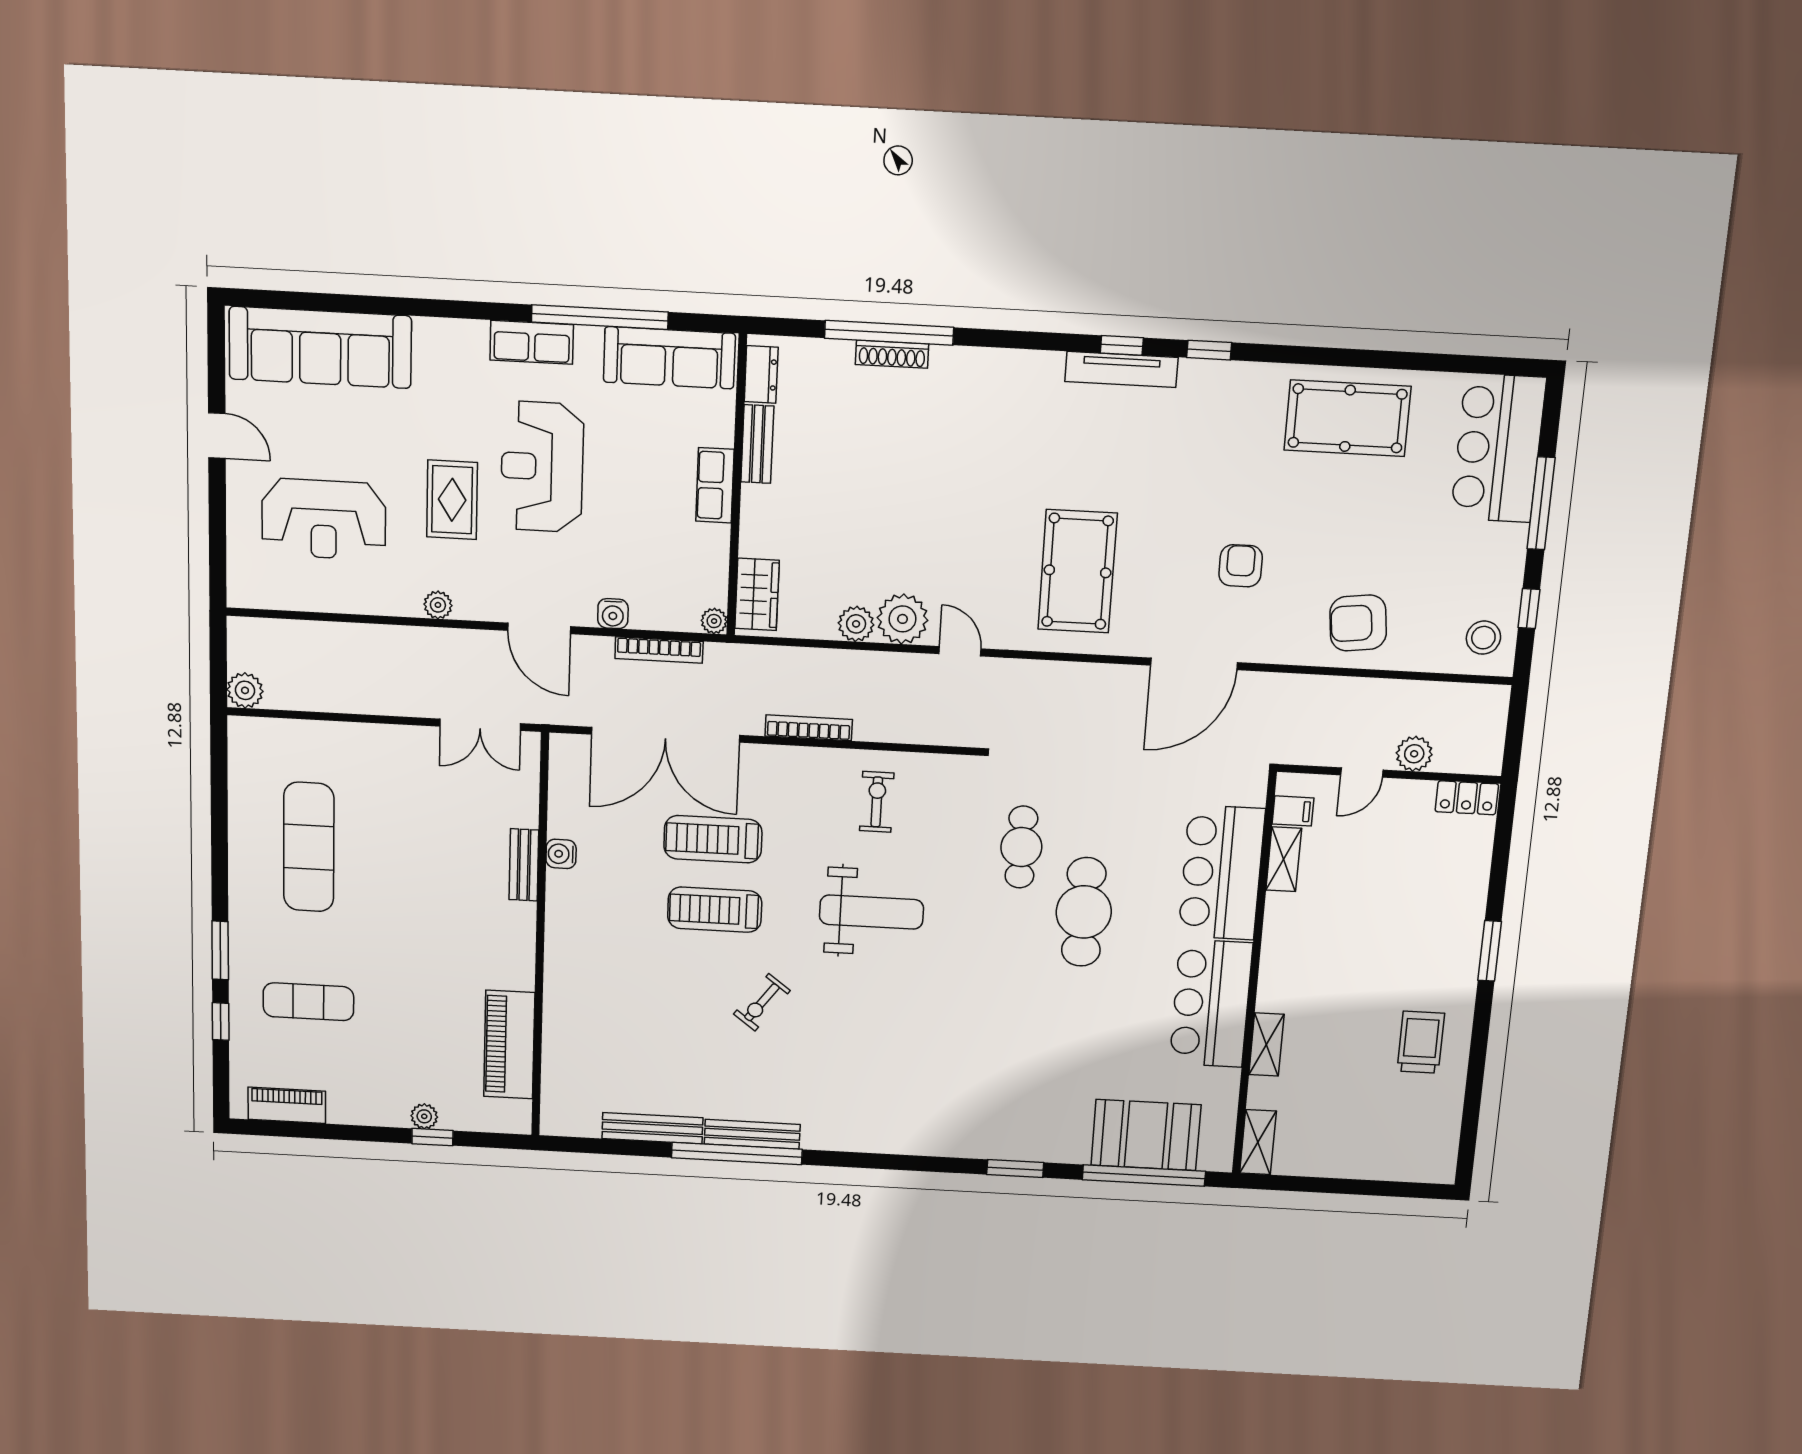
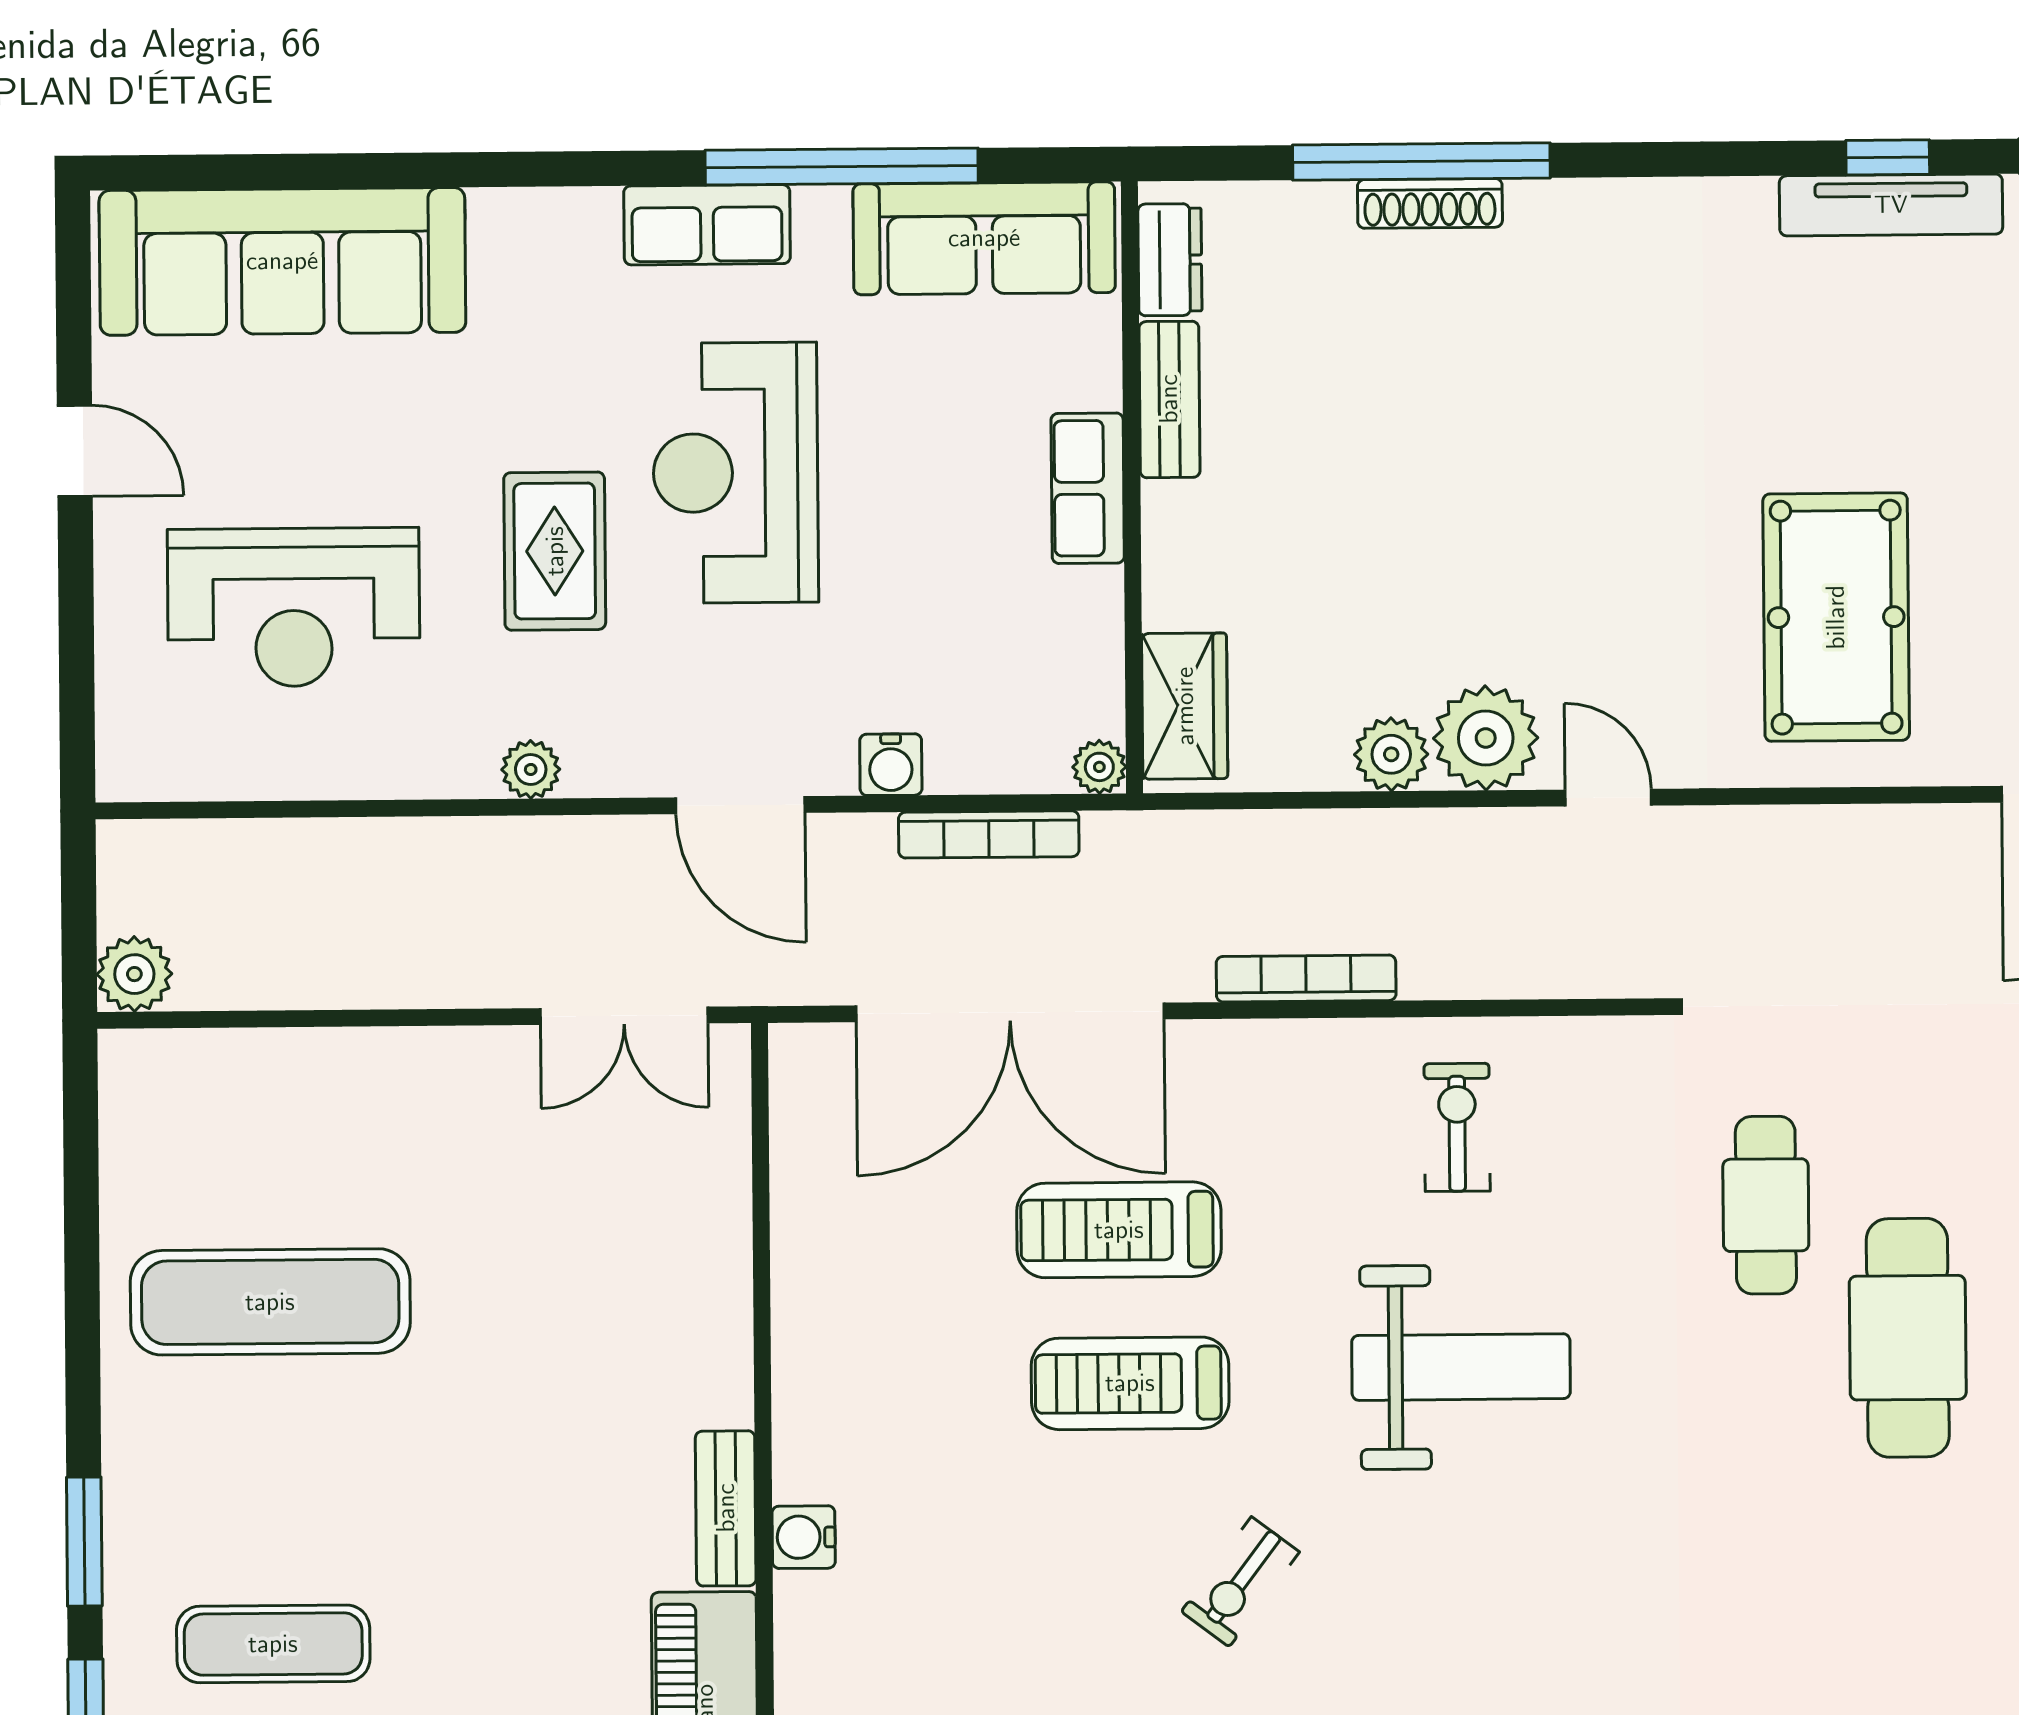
exercise mat: (309, 847) -> (270, 1302), turned 90
water cooler: (561, 854) -> (804, 1537), moved
bench: (524, 865) -> (726, 1508), moved

